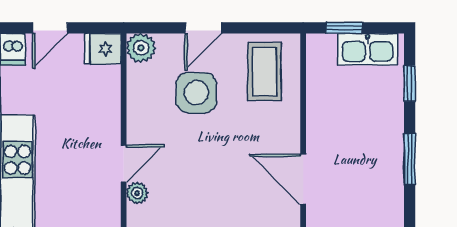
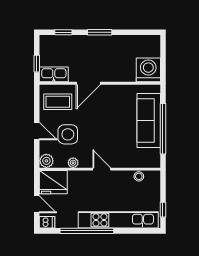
fridge: (103, 49) -> (53, 182), width x1.88, depth x1.34
kitchen sink: (368, 49) -> (54, 74), moved, turned -90
door: (303, 179) -> (88, 83), moved
plant: (137, 193) -> (73, 163), moved

